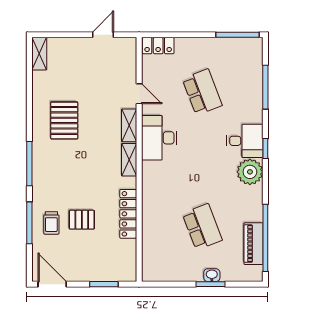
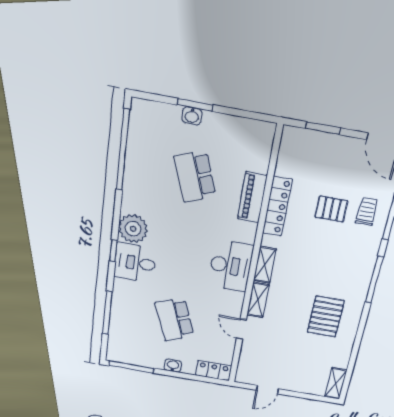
washbasin: (198, 44) -> (173, 366), added
desk: (159, 138) -> (231, 266), moved
piano: (254, 244) -> (252, 197), moved, turned 180

